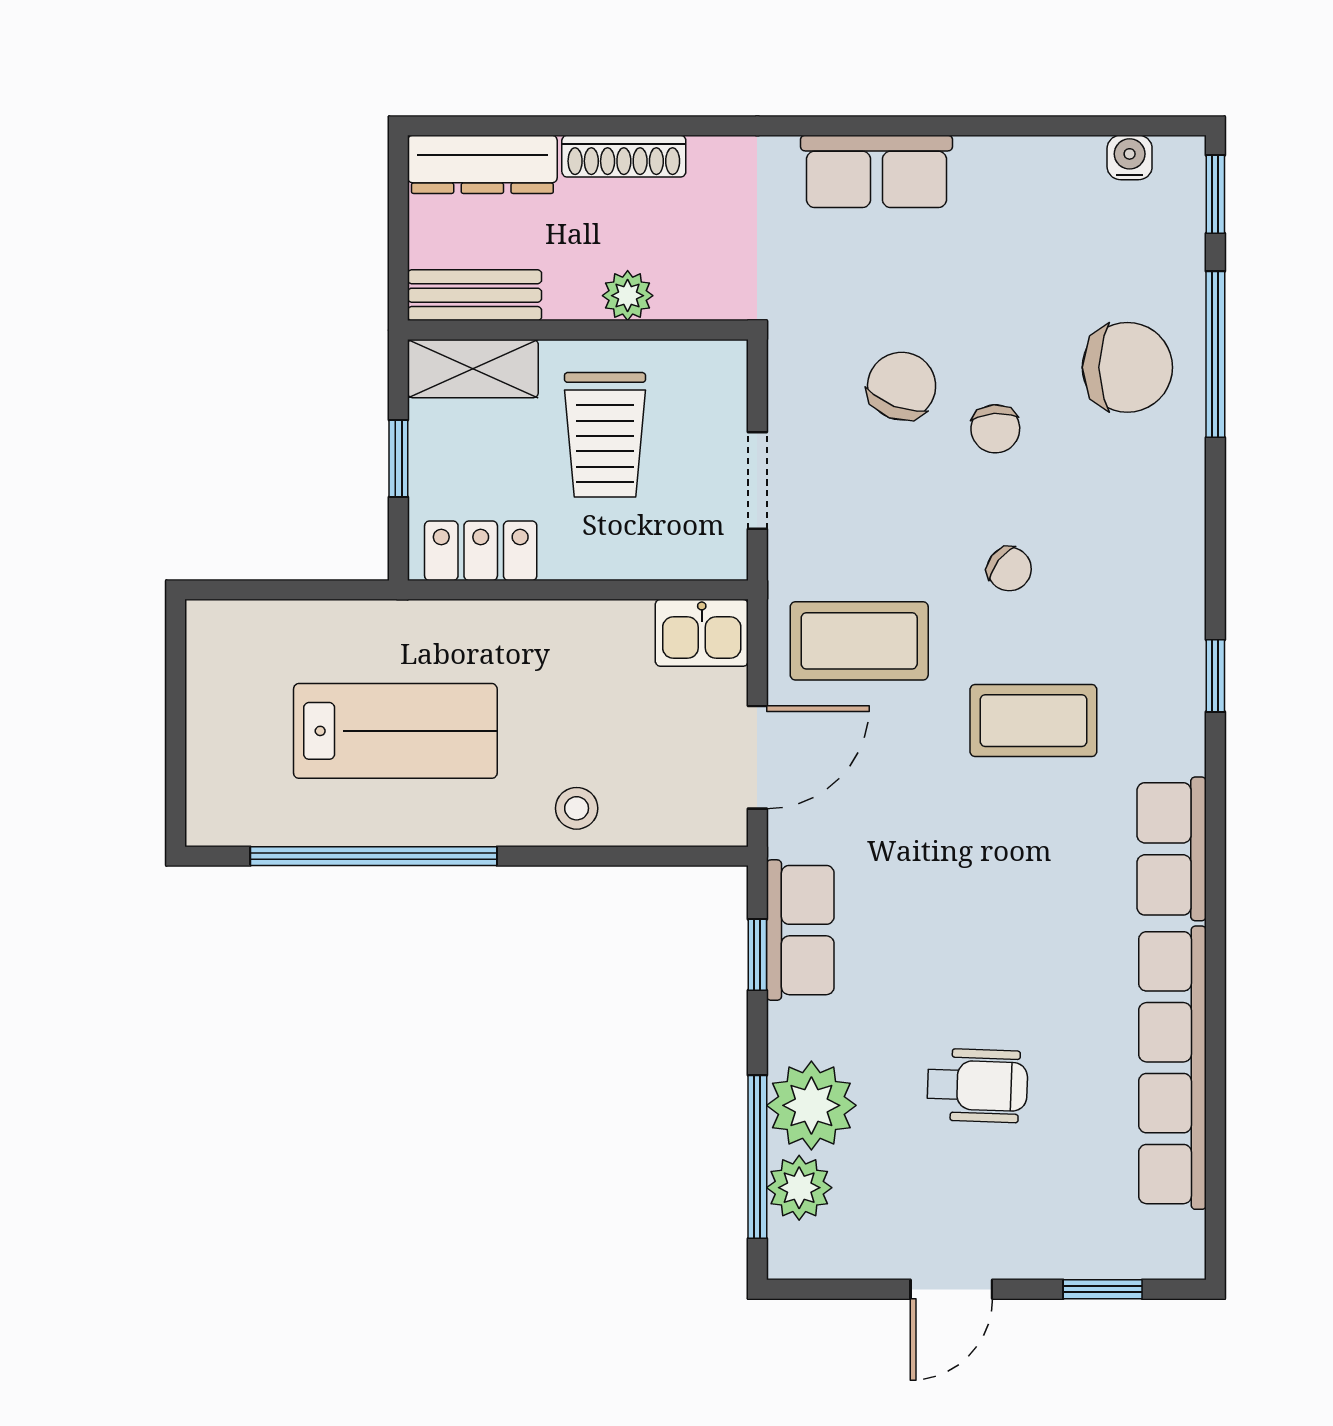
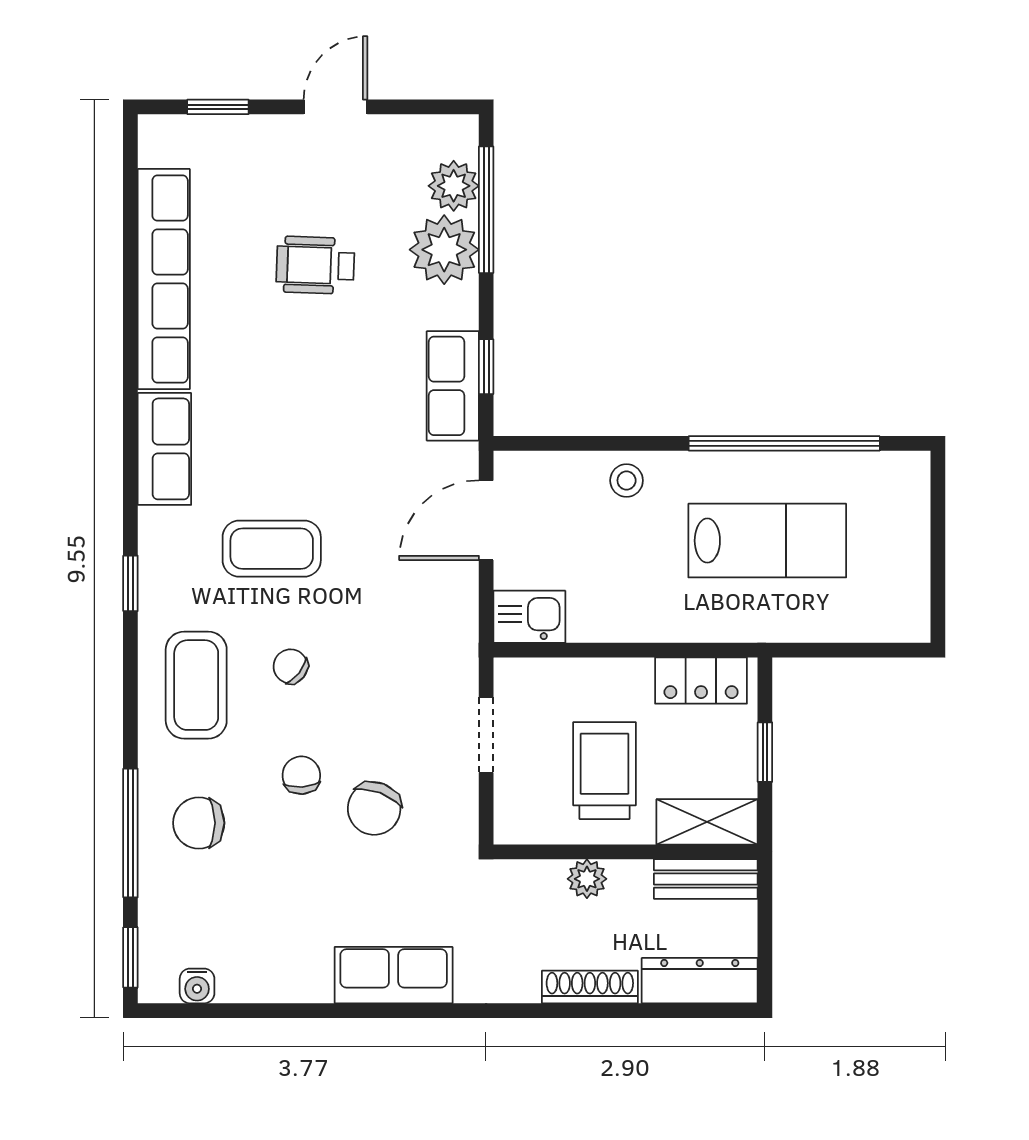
chair: (1127, 367) -> (199, 823), width x0.73, depth x0.73
coffee table: (859, 641) -> (196, 685), moved, turned 90
lab bench: (395, 731) -> (767, 541), turned 180

